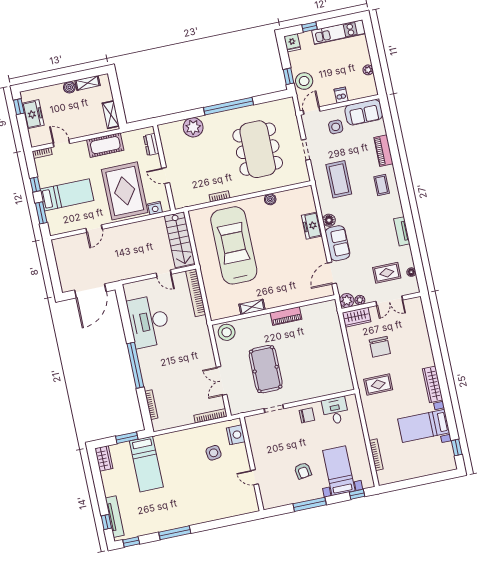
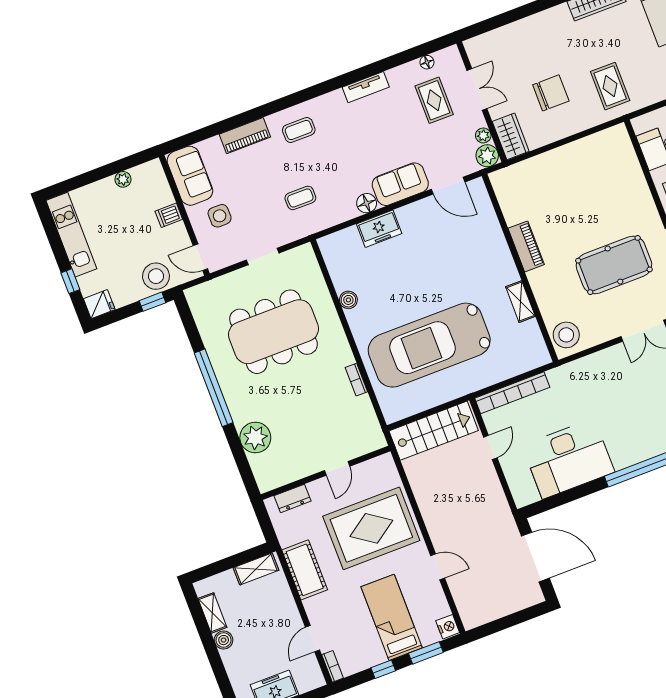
coffee table: (339, 179) -> (300, 198), width x0.54, depth x0.58
nightstand: (155, 208) -> (448, 627), moved

